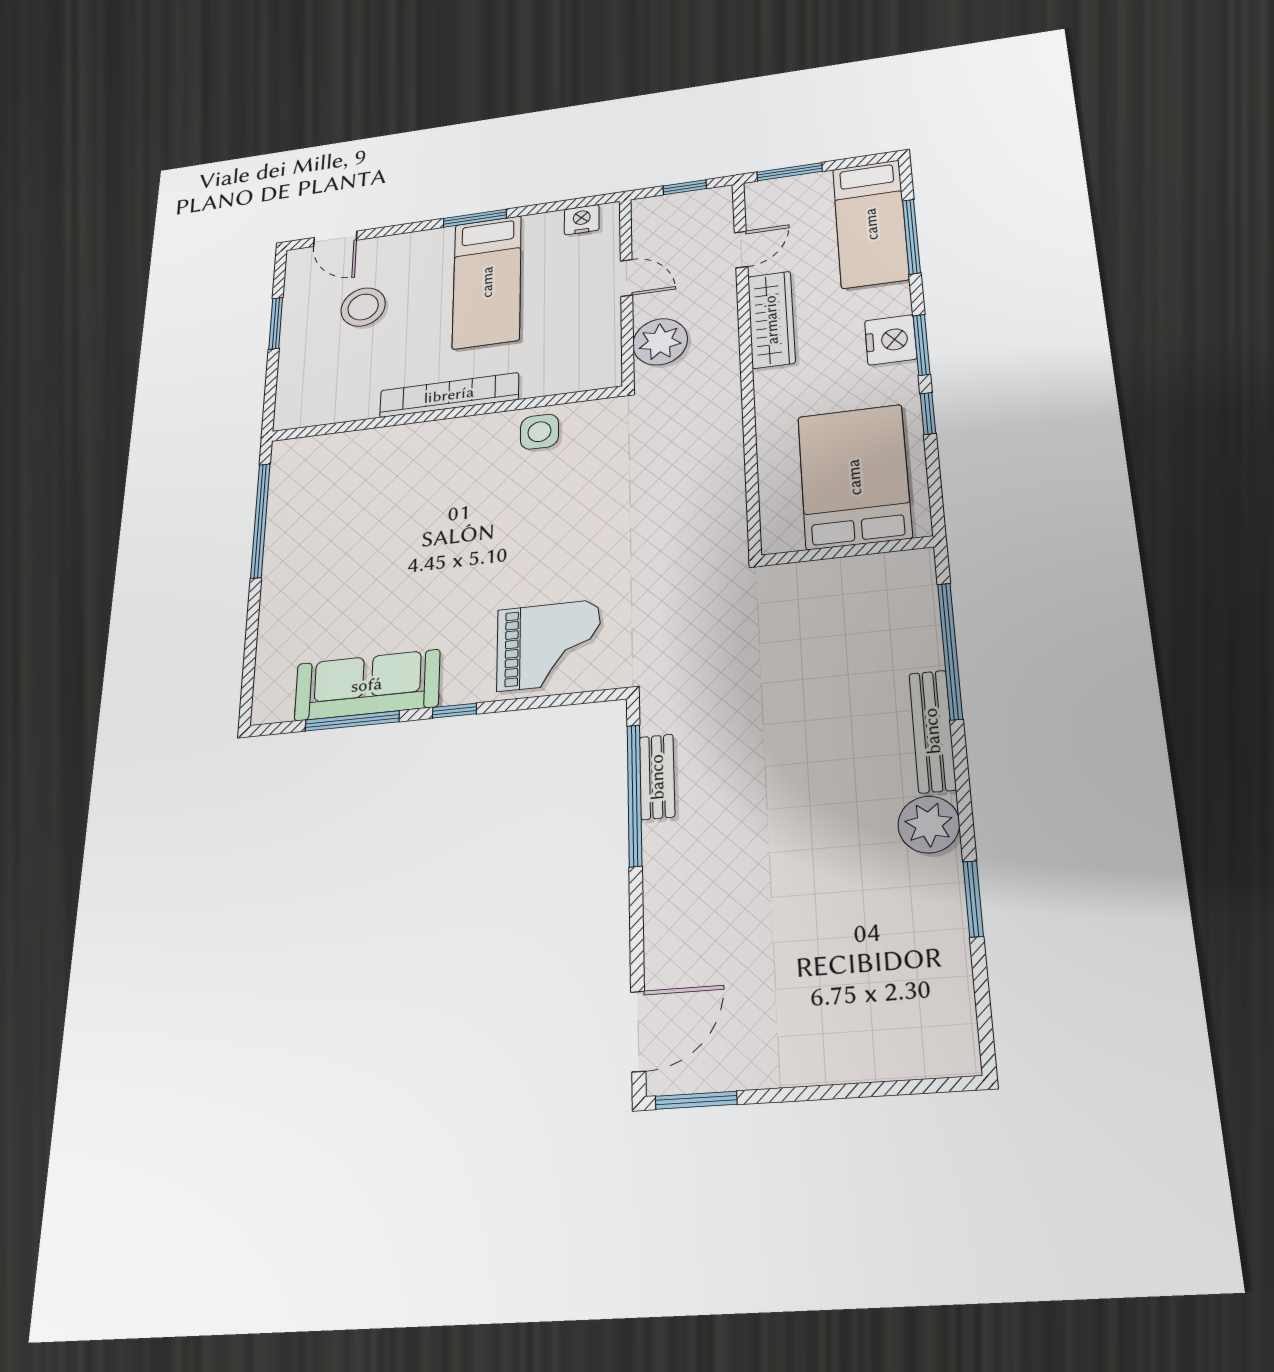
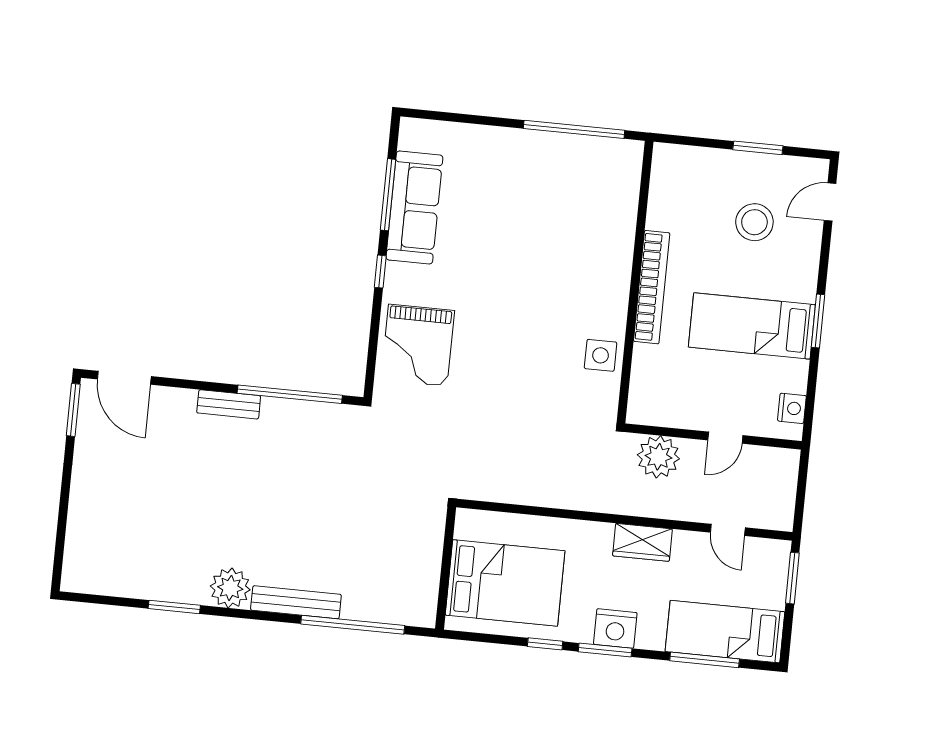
window: (685, 187) -> (801, 494), removed
wardrobe: (771, 320) -> (642, 542), width x0.67
bench: (657, 777) -> (229, 404), moved

